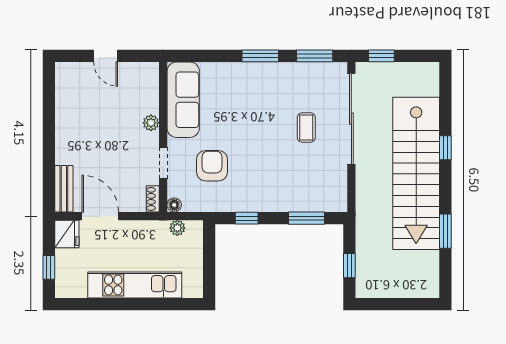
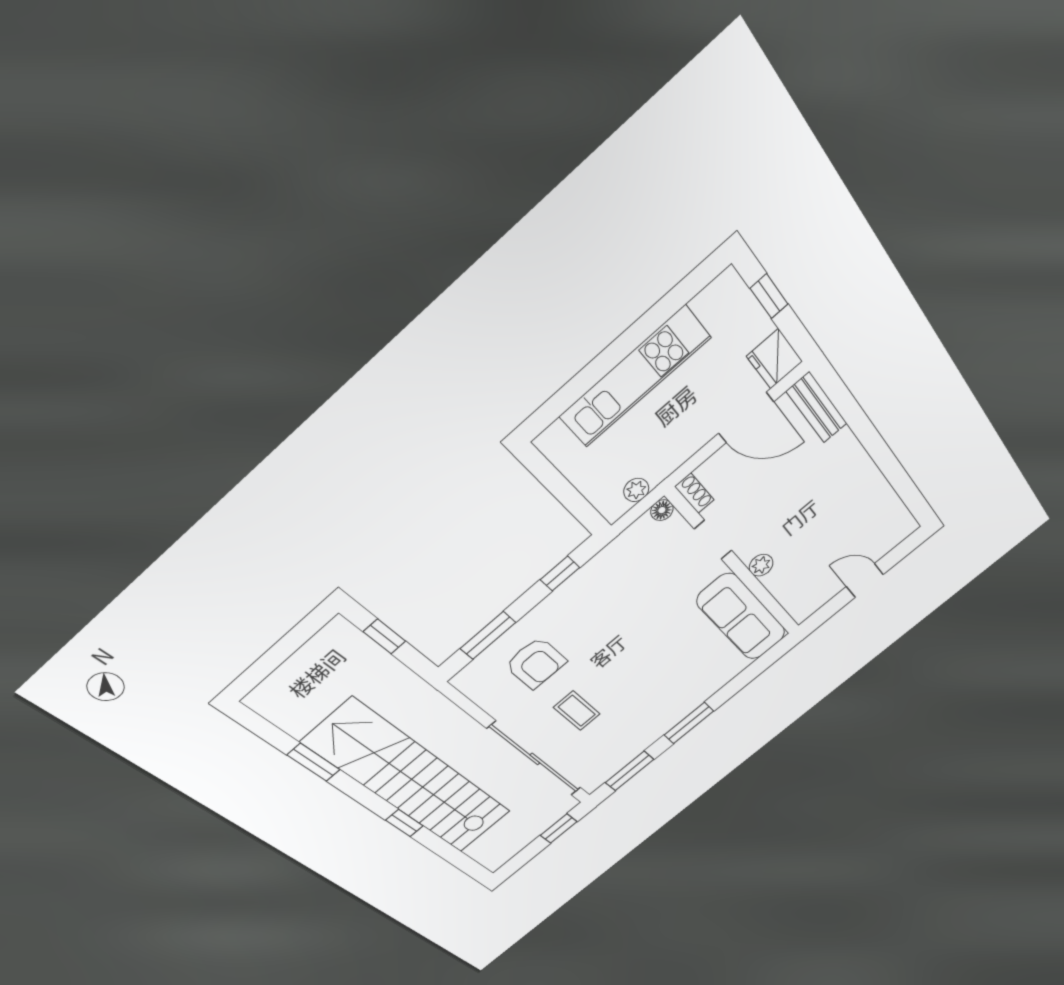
armchair: (212, 166) -> (536, 663), moved

